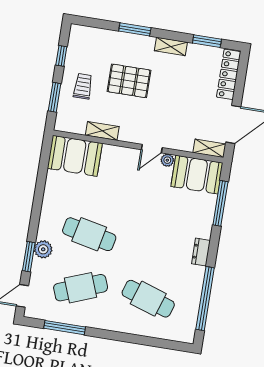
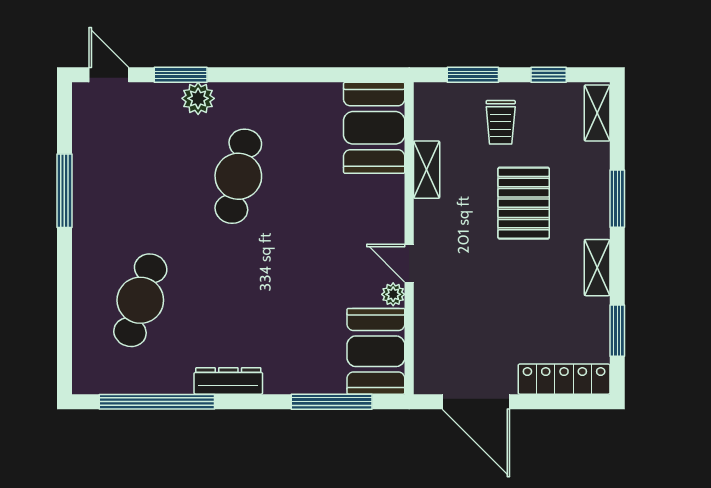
trolley: (83, 86) -> (501, 122), turned 90
shelving: (209, 148) -> (597, 113), moved
dresser: (201, 252) -> (228, 381), width x1.44
cafe table: (81, 288) -> (140, 176), removed
window: (65, 328) -> (64, 191), moved

